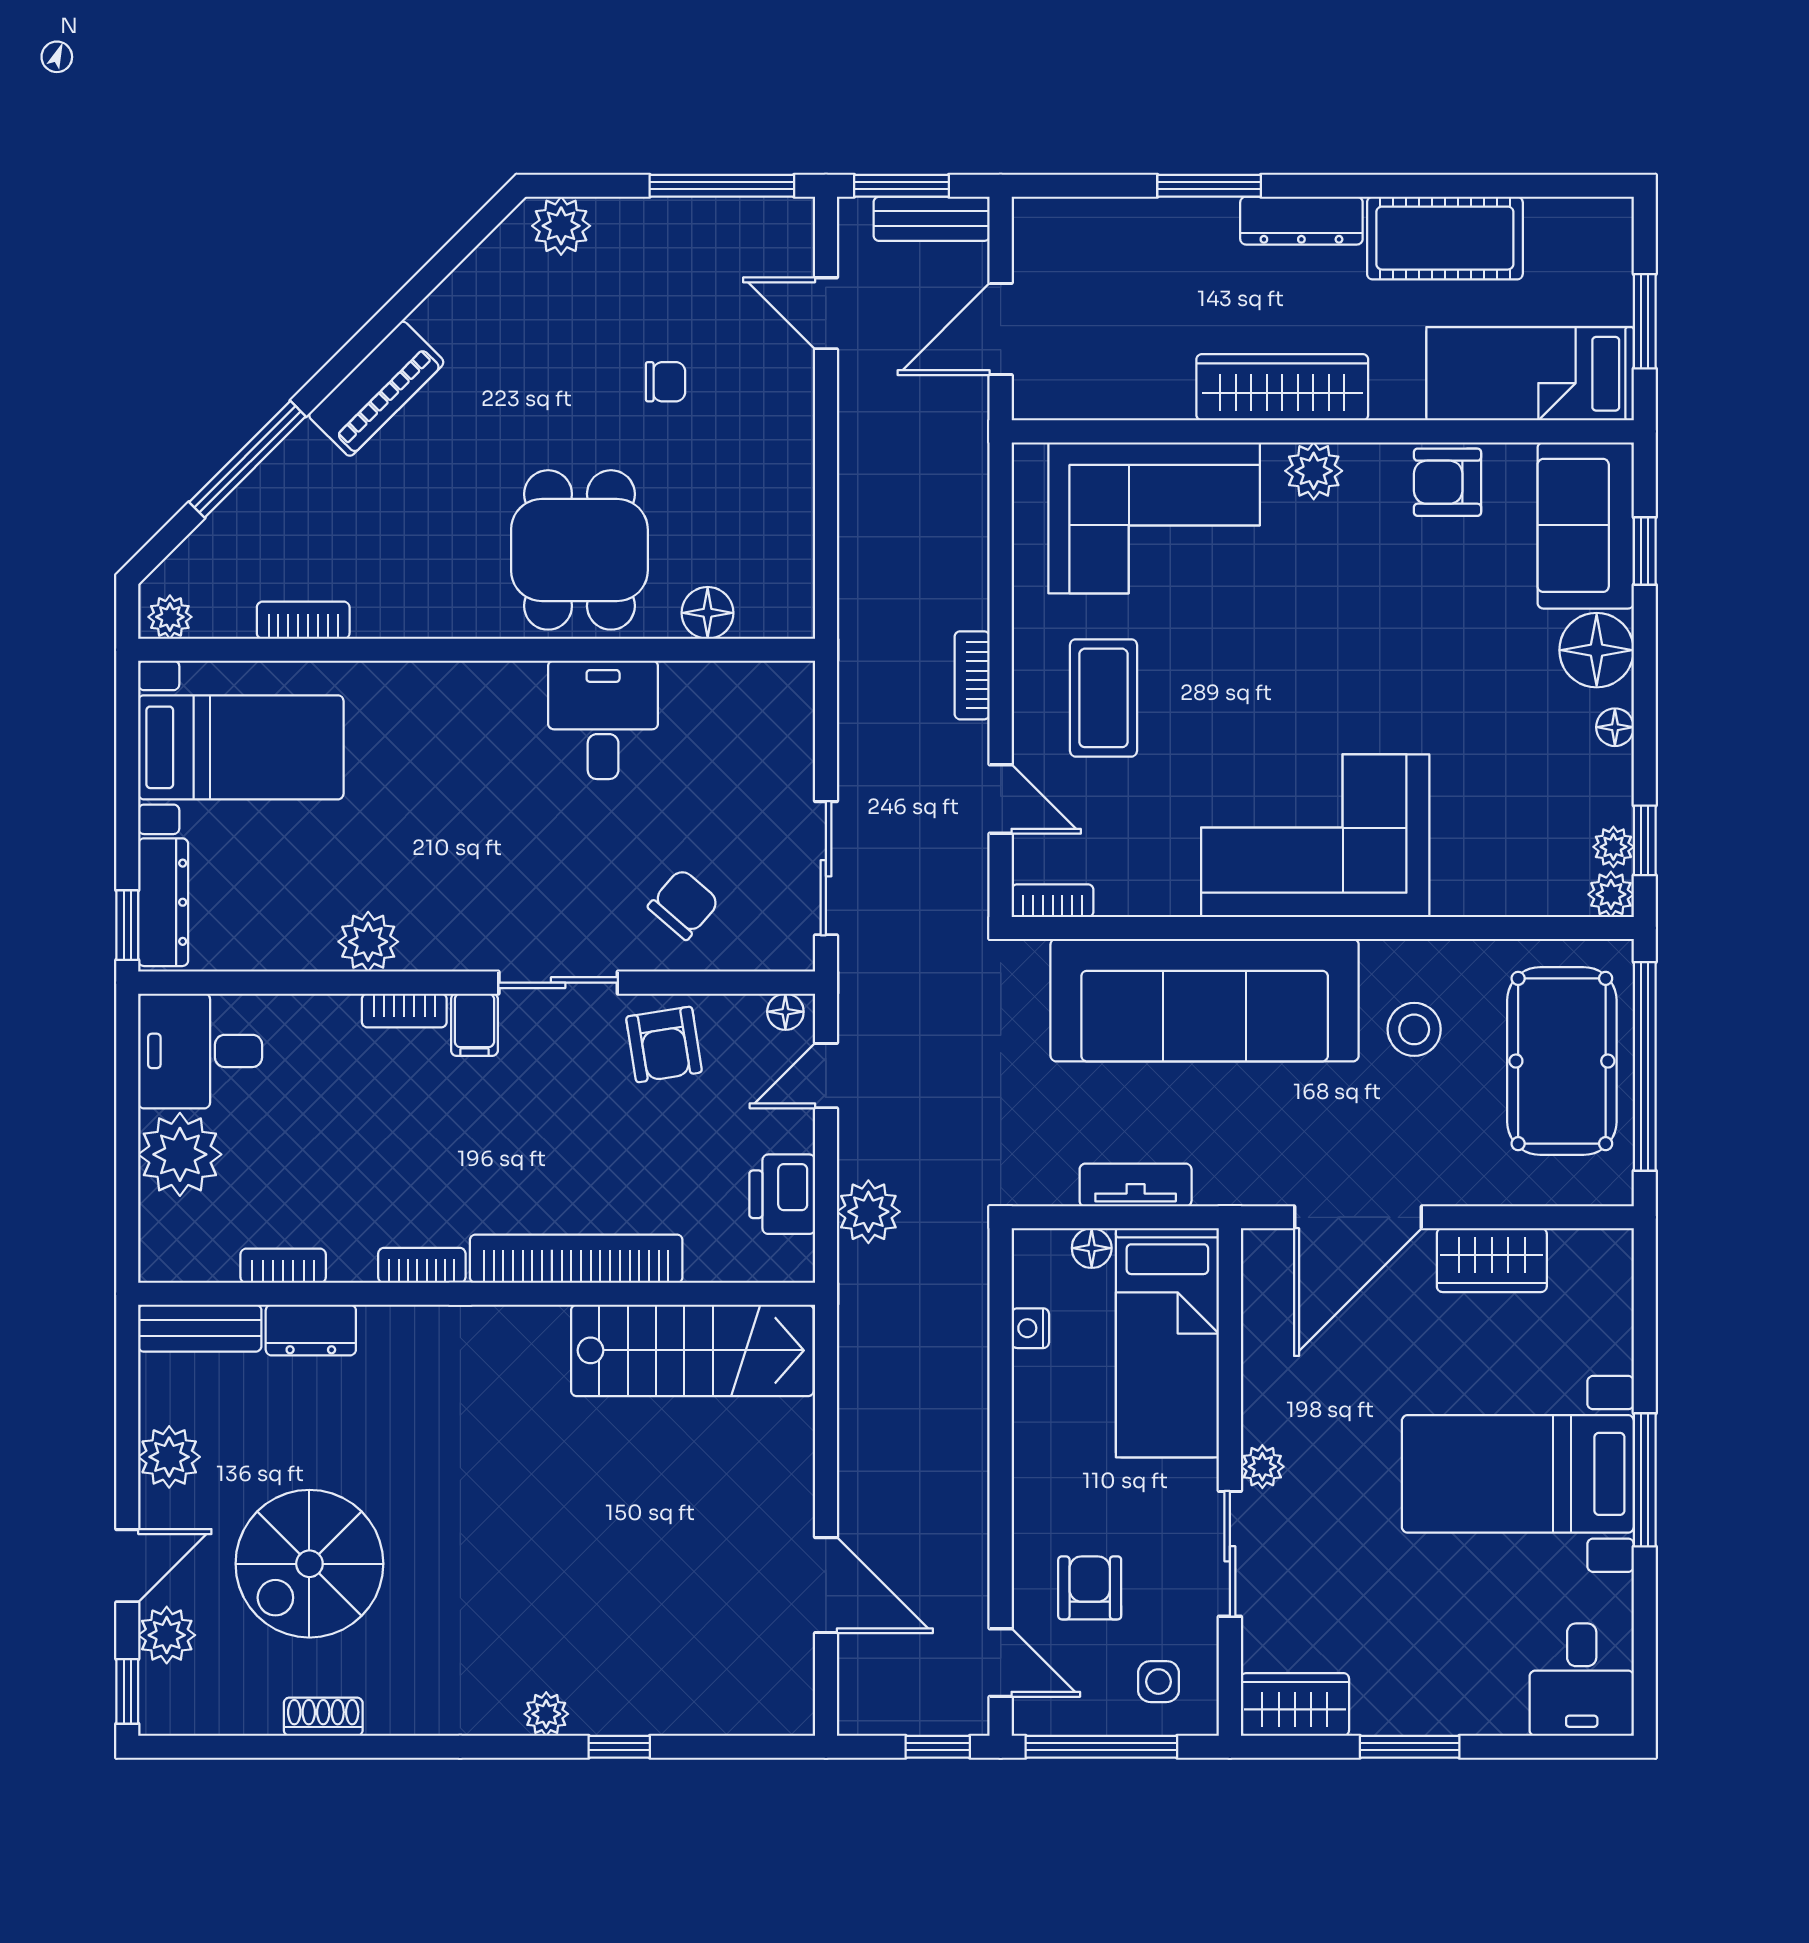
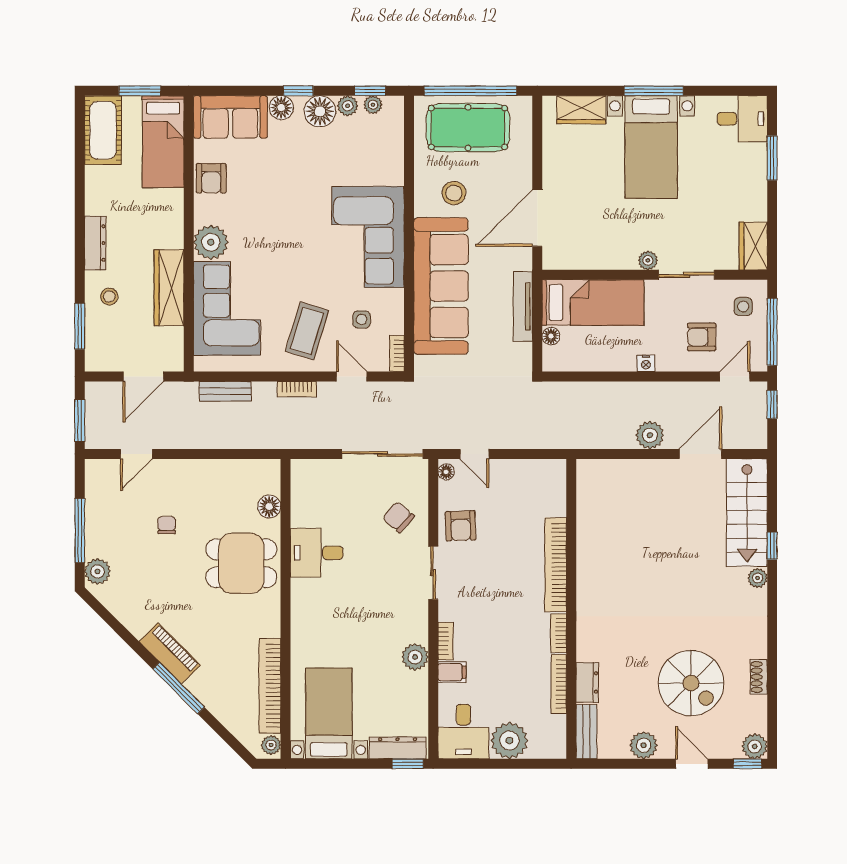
window: (722, 186) -> (80, 531), moved
window: (1209, 186) -> (80, 326), moved
bench: (932, 219) -> (225, 391), moved, turned 90
cot: (1445, 238) -> (103, 130), moved
stool: (1181, 252) -> (109, 297), added
door: (1001, 329) -> (143, 376), hinge flipped
wardrobe: (1282, 387) -> (169, 288), moved
window: (247, 459) -> (179, 688), moved
plant: (1314, 471) -> (211, 242), width x1.36, depth x1.36
window: (1645, 551) -> (298, 91), moved
bookcase: (303, 620) -> (270, 686), width x2.31, depth x1.31
floor lamp: (1597, 650) -> (281, 108), width x0.73, depth x0.73
coffee table: (1103, 698) -> (307, 331), turned -73
floor lamp: (1615, 727) -> (320, 111), width x1.89, depth x1.89
door: (1001, 799) -> (352, 376), hinge flipped
side table: (1129, 821) -> (362, 319), added
sliding door: (826, 868) -> (382, 454), width x1.37
plant: (1611, 894) -> (348, 106), moved
filing cabinet: (474, 1025) -> (452, 672), moved
armchair: (664, 1044) -> (461, 526), turned 97
tv unit: (1136, 1185) -> (523, 306), width x1.41
printer: (782, 1194) -> (527, 473), removed
plant: (868, 1212) -> (650, 435), moved
door: (1358, 1217) -> (537, 218), swing flipped
wardrobe: (1492, 1260) -> (581, 110), moved, turned 90
bookcase: (283, 1266) -> (559, 684), width x1.56
nightstand: (1030, 1328) -> (646, 363), moved
stairs: (692, 1350) -> (747, 513), moved, turned 180
plant: (167, 1635) -> (755, 746), moved
window: (1410, 1747) -> (772, 158), moved

